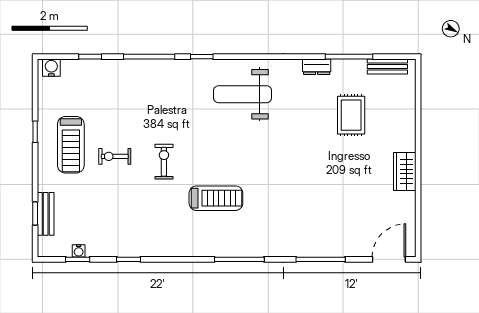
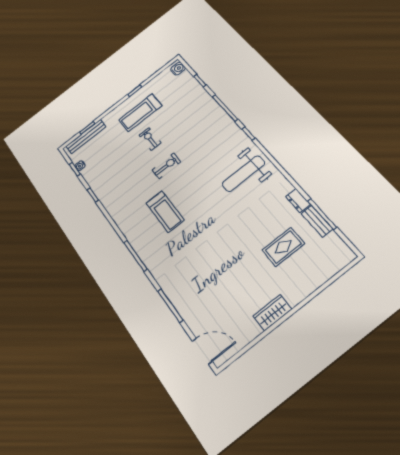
bench: (387, 67) -> (317, 221), moved
weight bench: (243, 94) -> (243, 174), turned -90
bench: (46, 214) -> (86, 136), width x1.36

